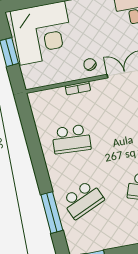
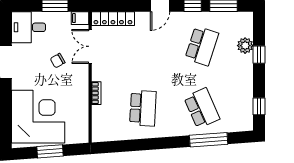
chair: (90, 64) -> (58, 61), moved

